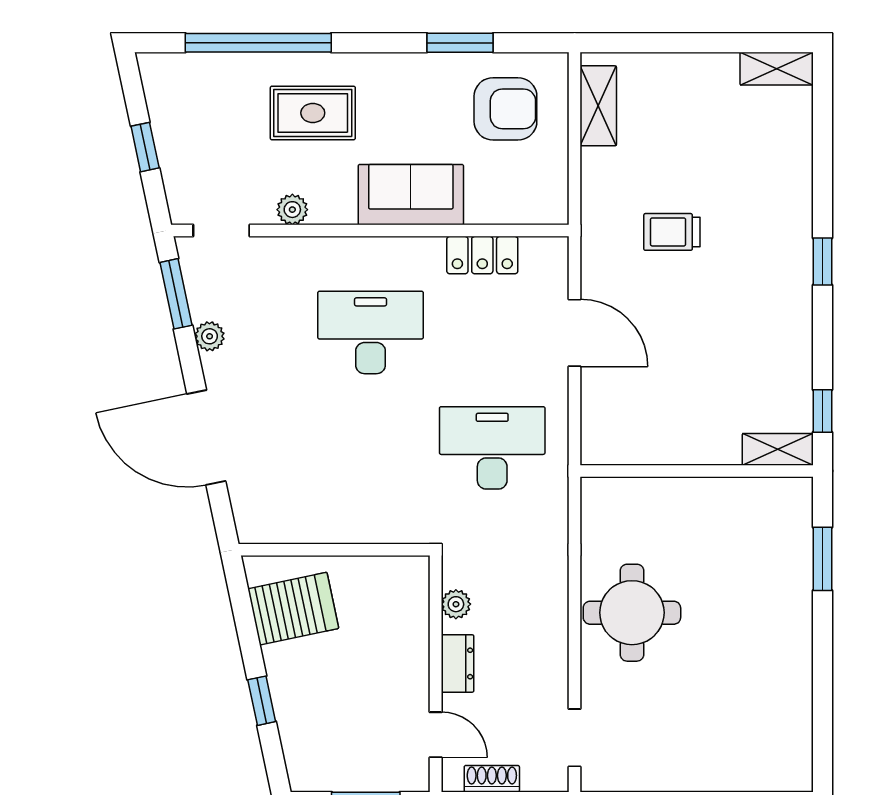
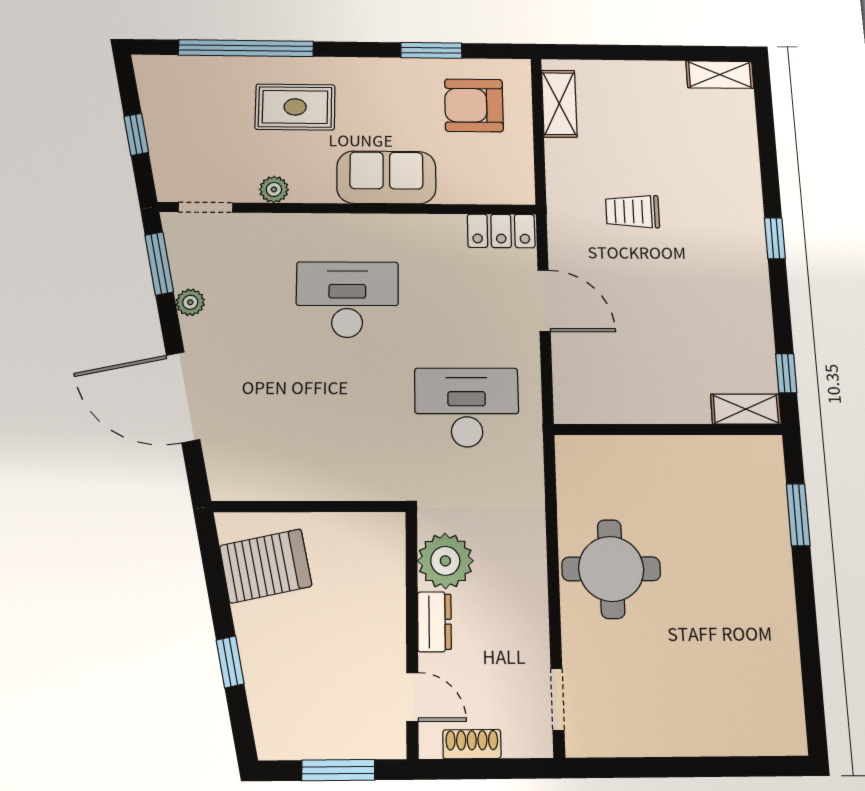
armchair: (505, 109) -> (474, 105), turned 180
locker: (482, 255) -> (501, 231), moved
plant: (456, 604) -> (445, 561), width x1.88, depth x1.88

